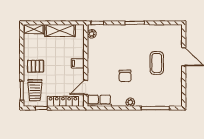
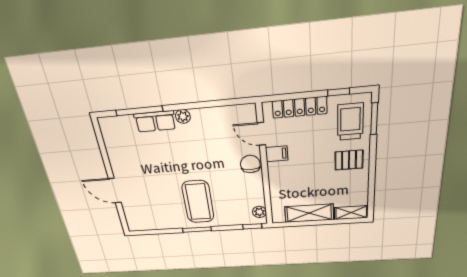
filing cabinet: (78, 63) -> (277, 154), moved
coffee table: (157, 63) -> (198, 202), moved, width x1.36, depth x1.32
chair: (125, 76) -> (250, 164), moved
door: (86, 87) -> (261, 134), swing flipped
row of seats: (99, 101) -> (155, 121), moved

